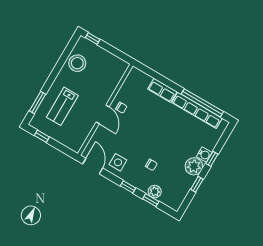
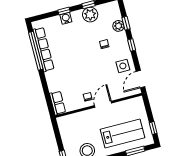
row of seats: (162, 90) -> (58, 103), moved
lab bench: (62, 106) -> (122, 134), width x1.36, depth x1.39
plant: (194, 166) -> (90, 15), moved

